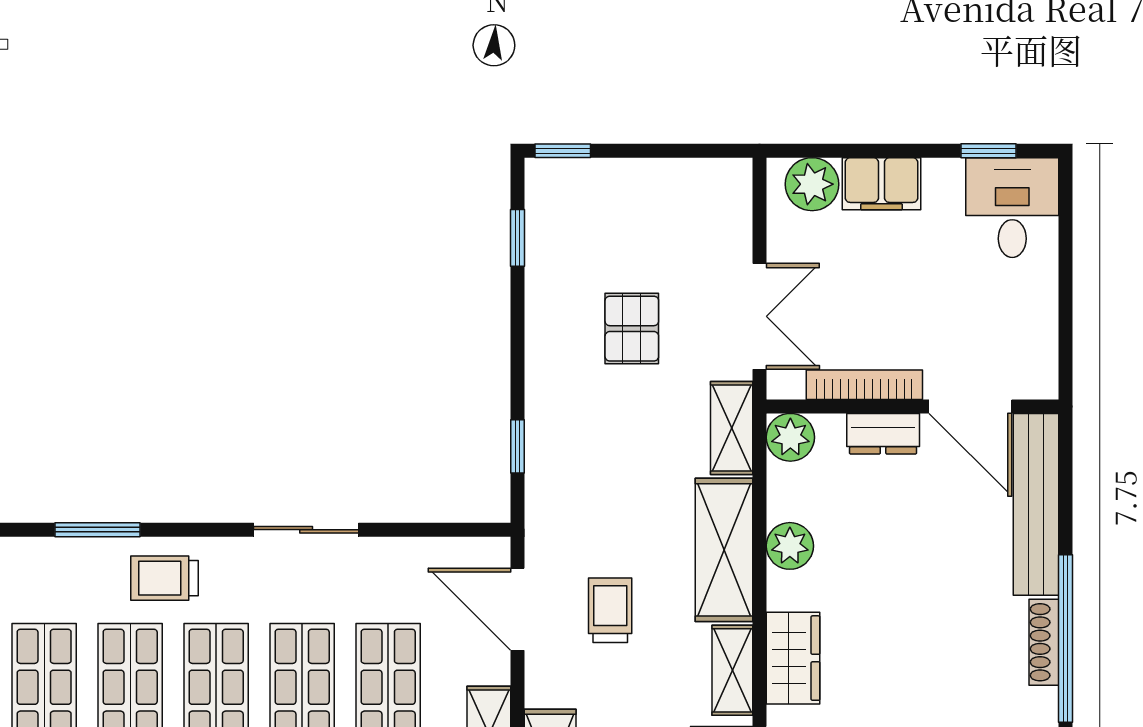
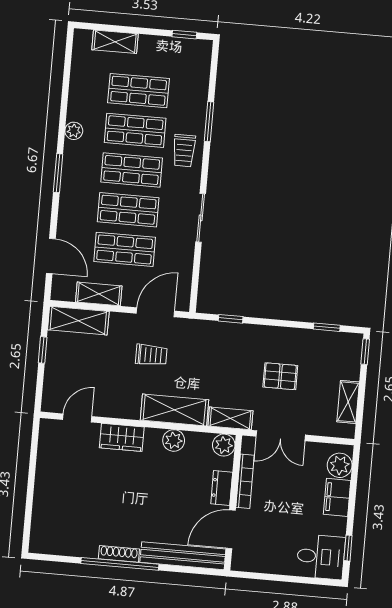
trolley: (164, 578) -> (184, 151), turned 180
shelving: (732, 670) -> (348, 402), moved, turned 90

